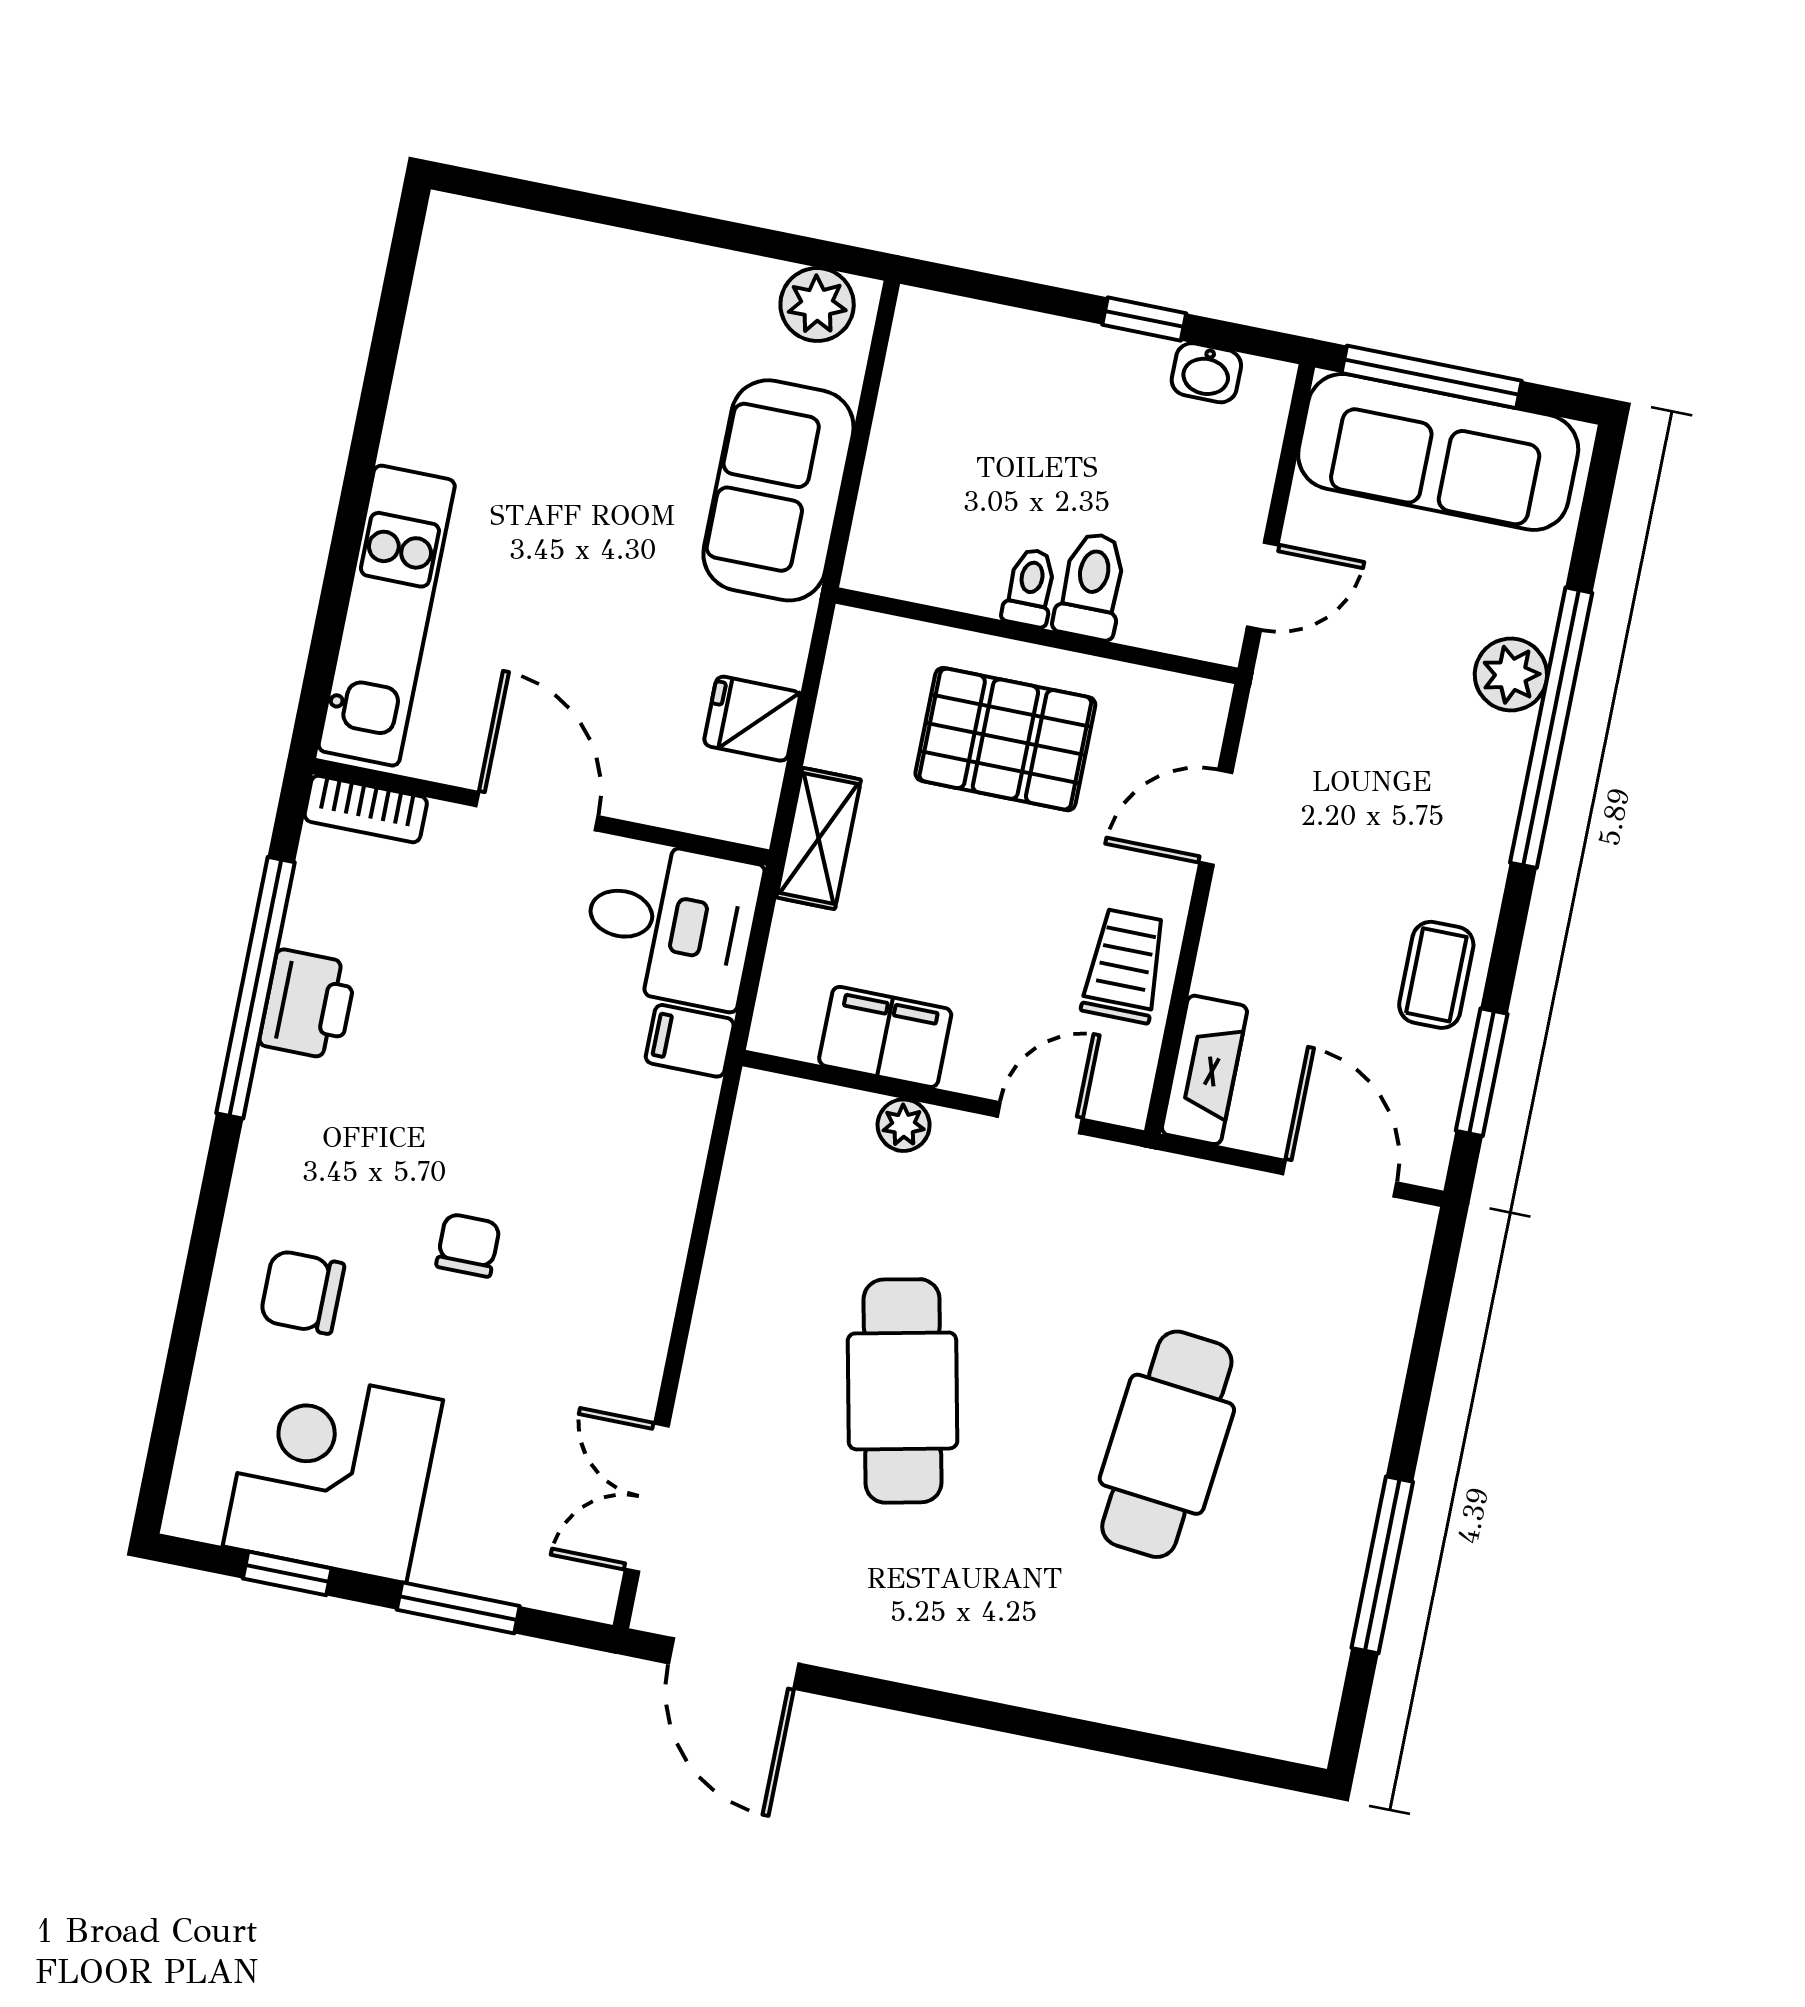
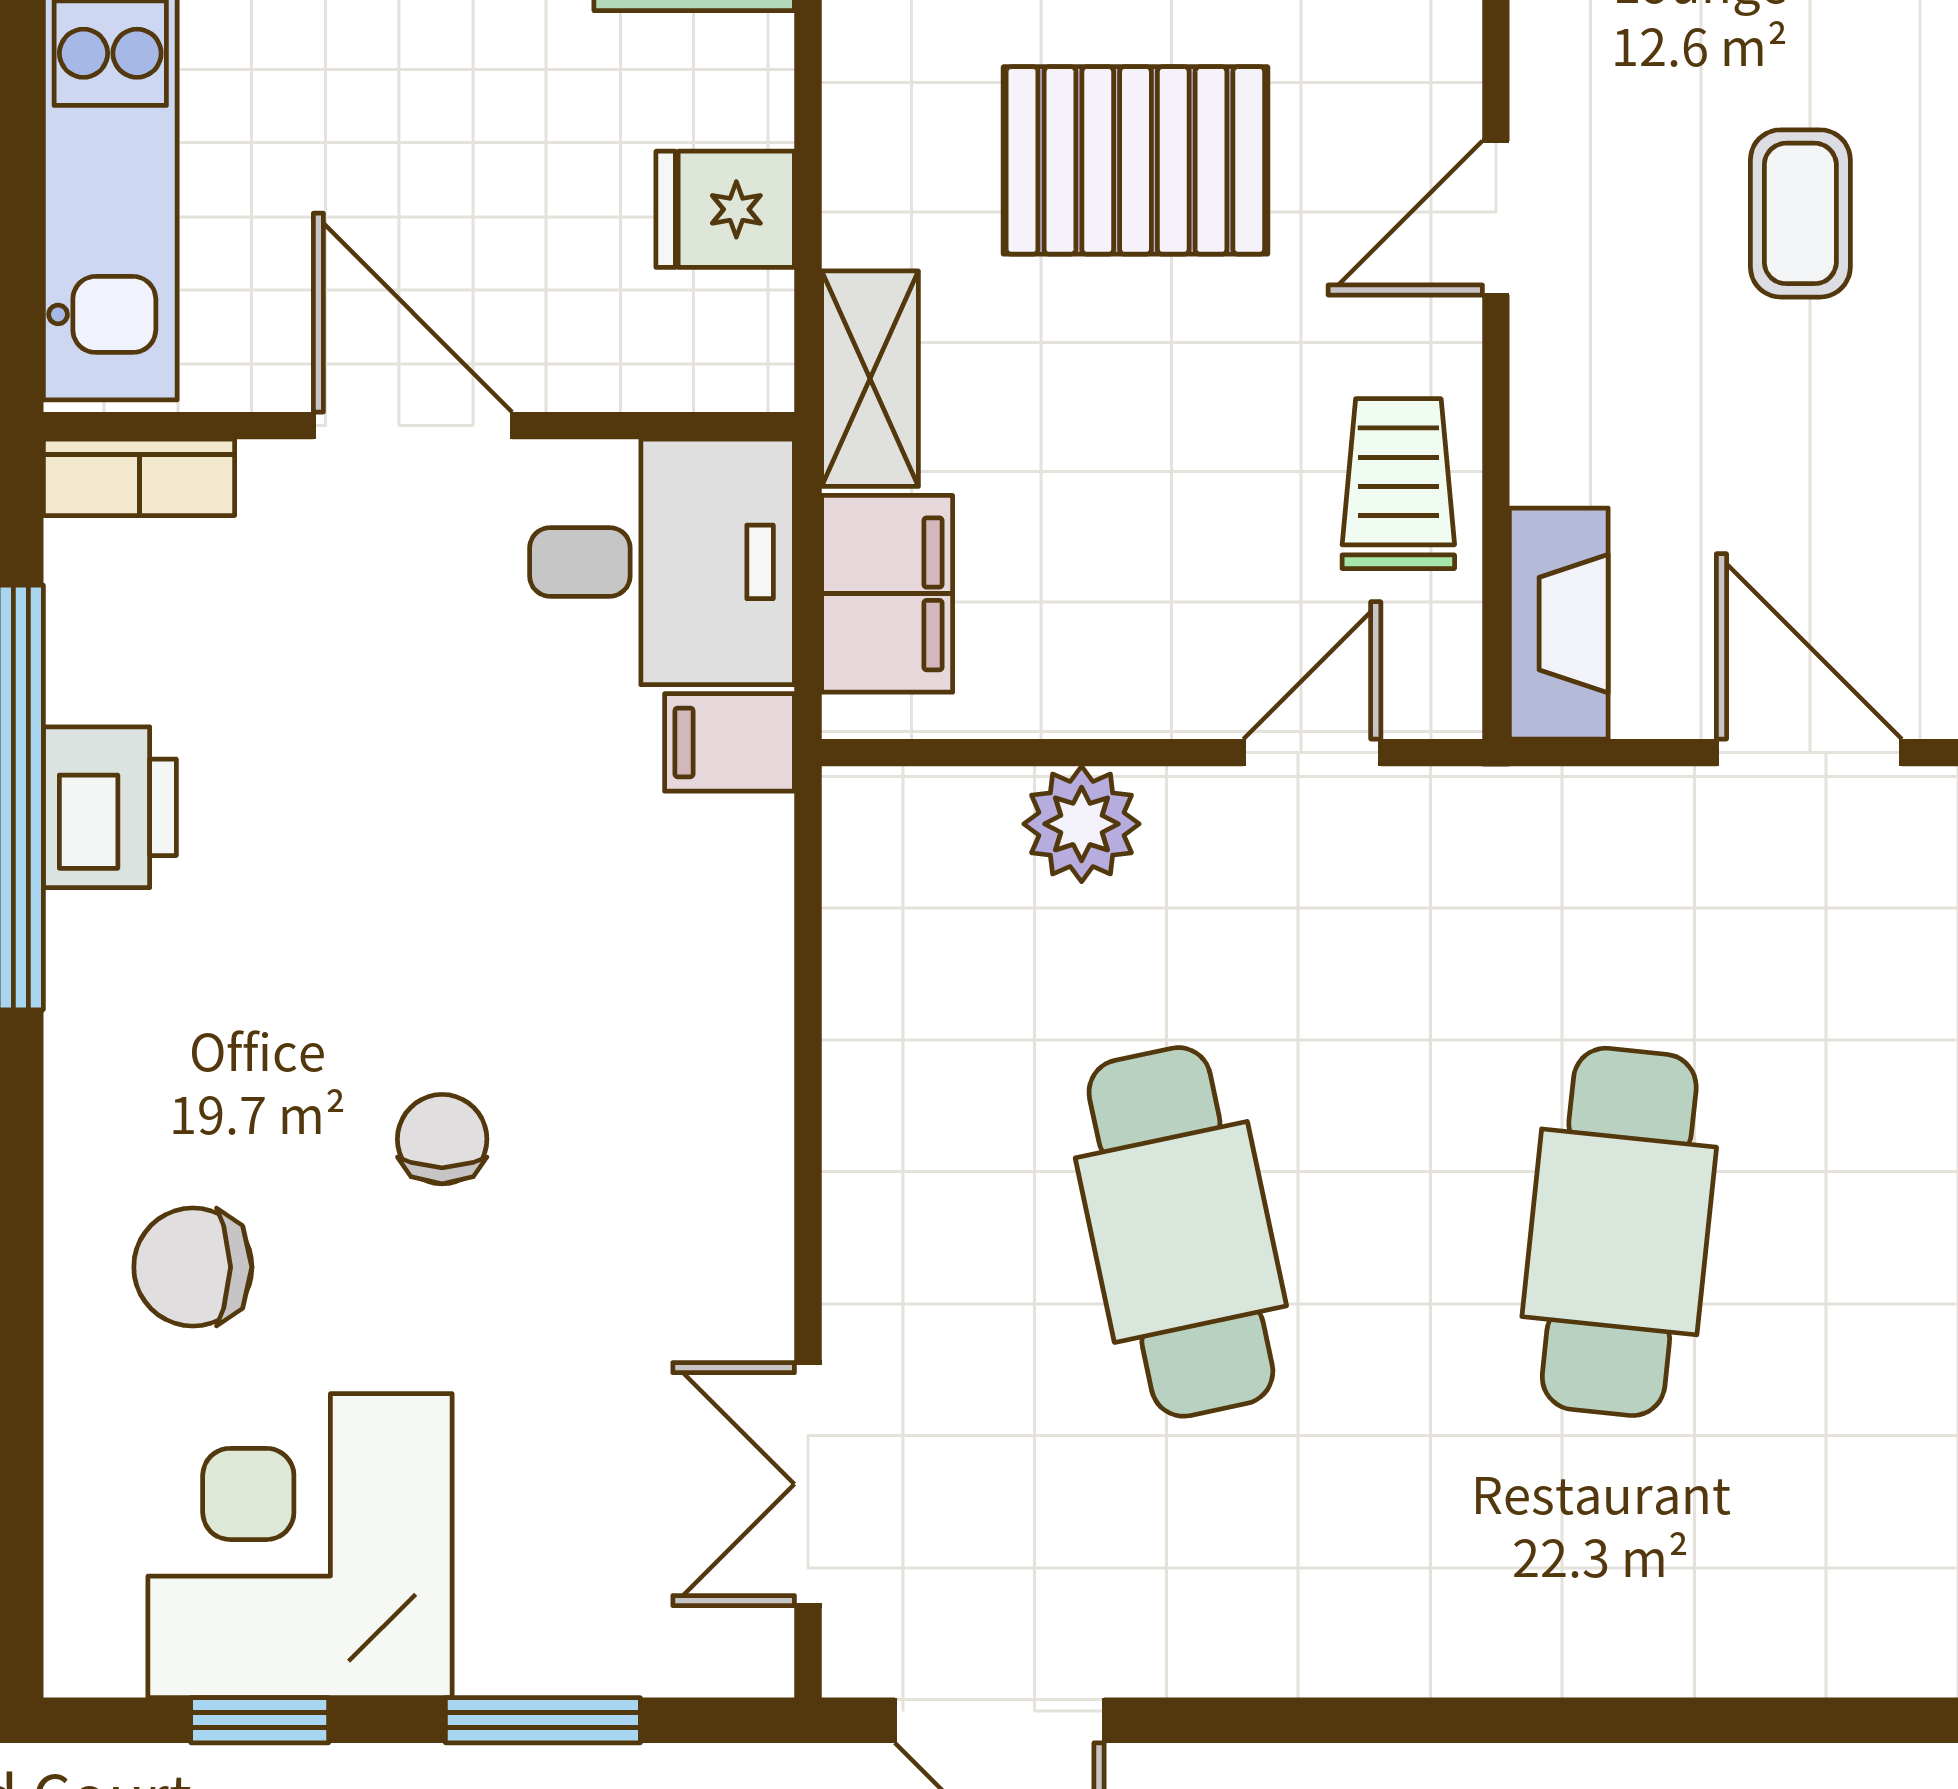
coffee table: (1436, 975) -> (1800, 213), moved
filing cabinet: (885, 1037) -> (887, 594), moved, turned 90
plant: (904, 1125) -> (1082, 824), width x1.38, depth x1.38

